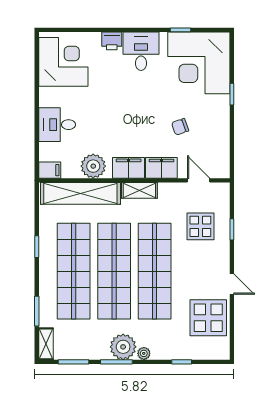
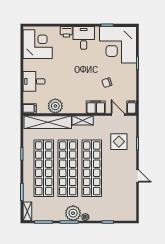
filing cabinet: (129, 168) -> (132, 107), moved, width x0.50
display table: (208, 318) -> (124, 196), removed

